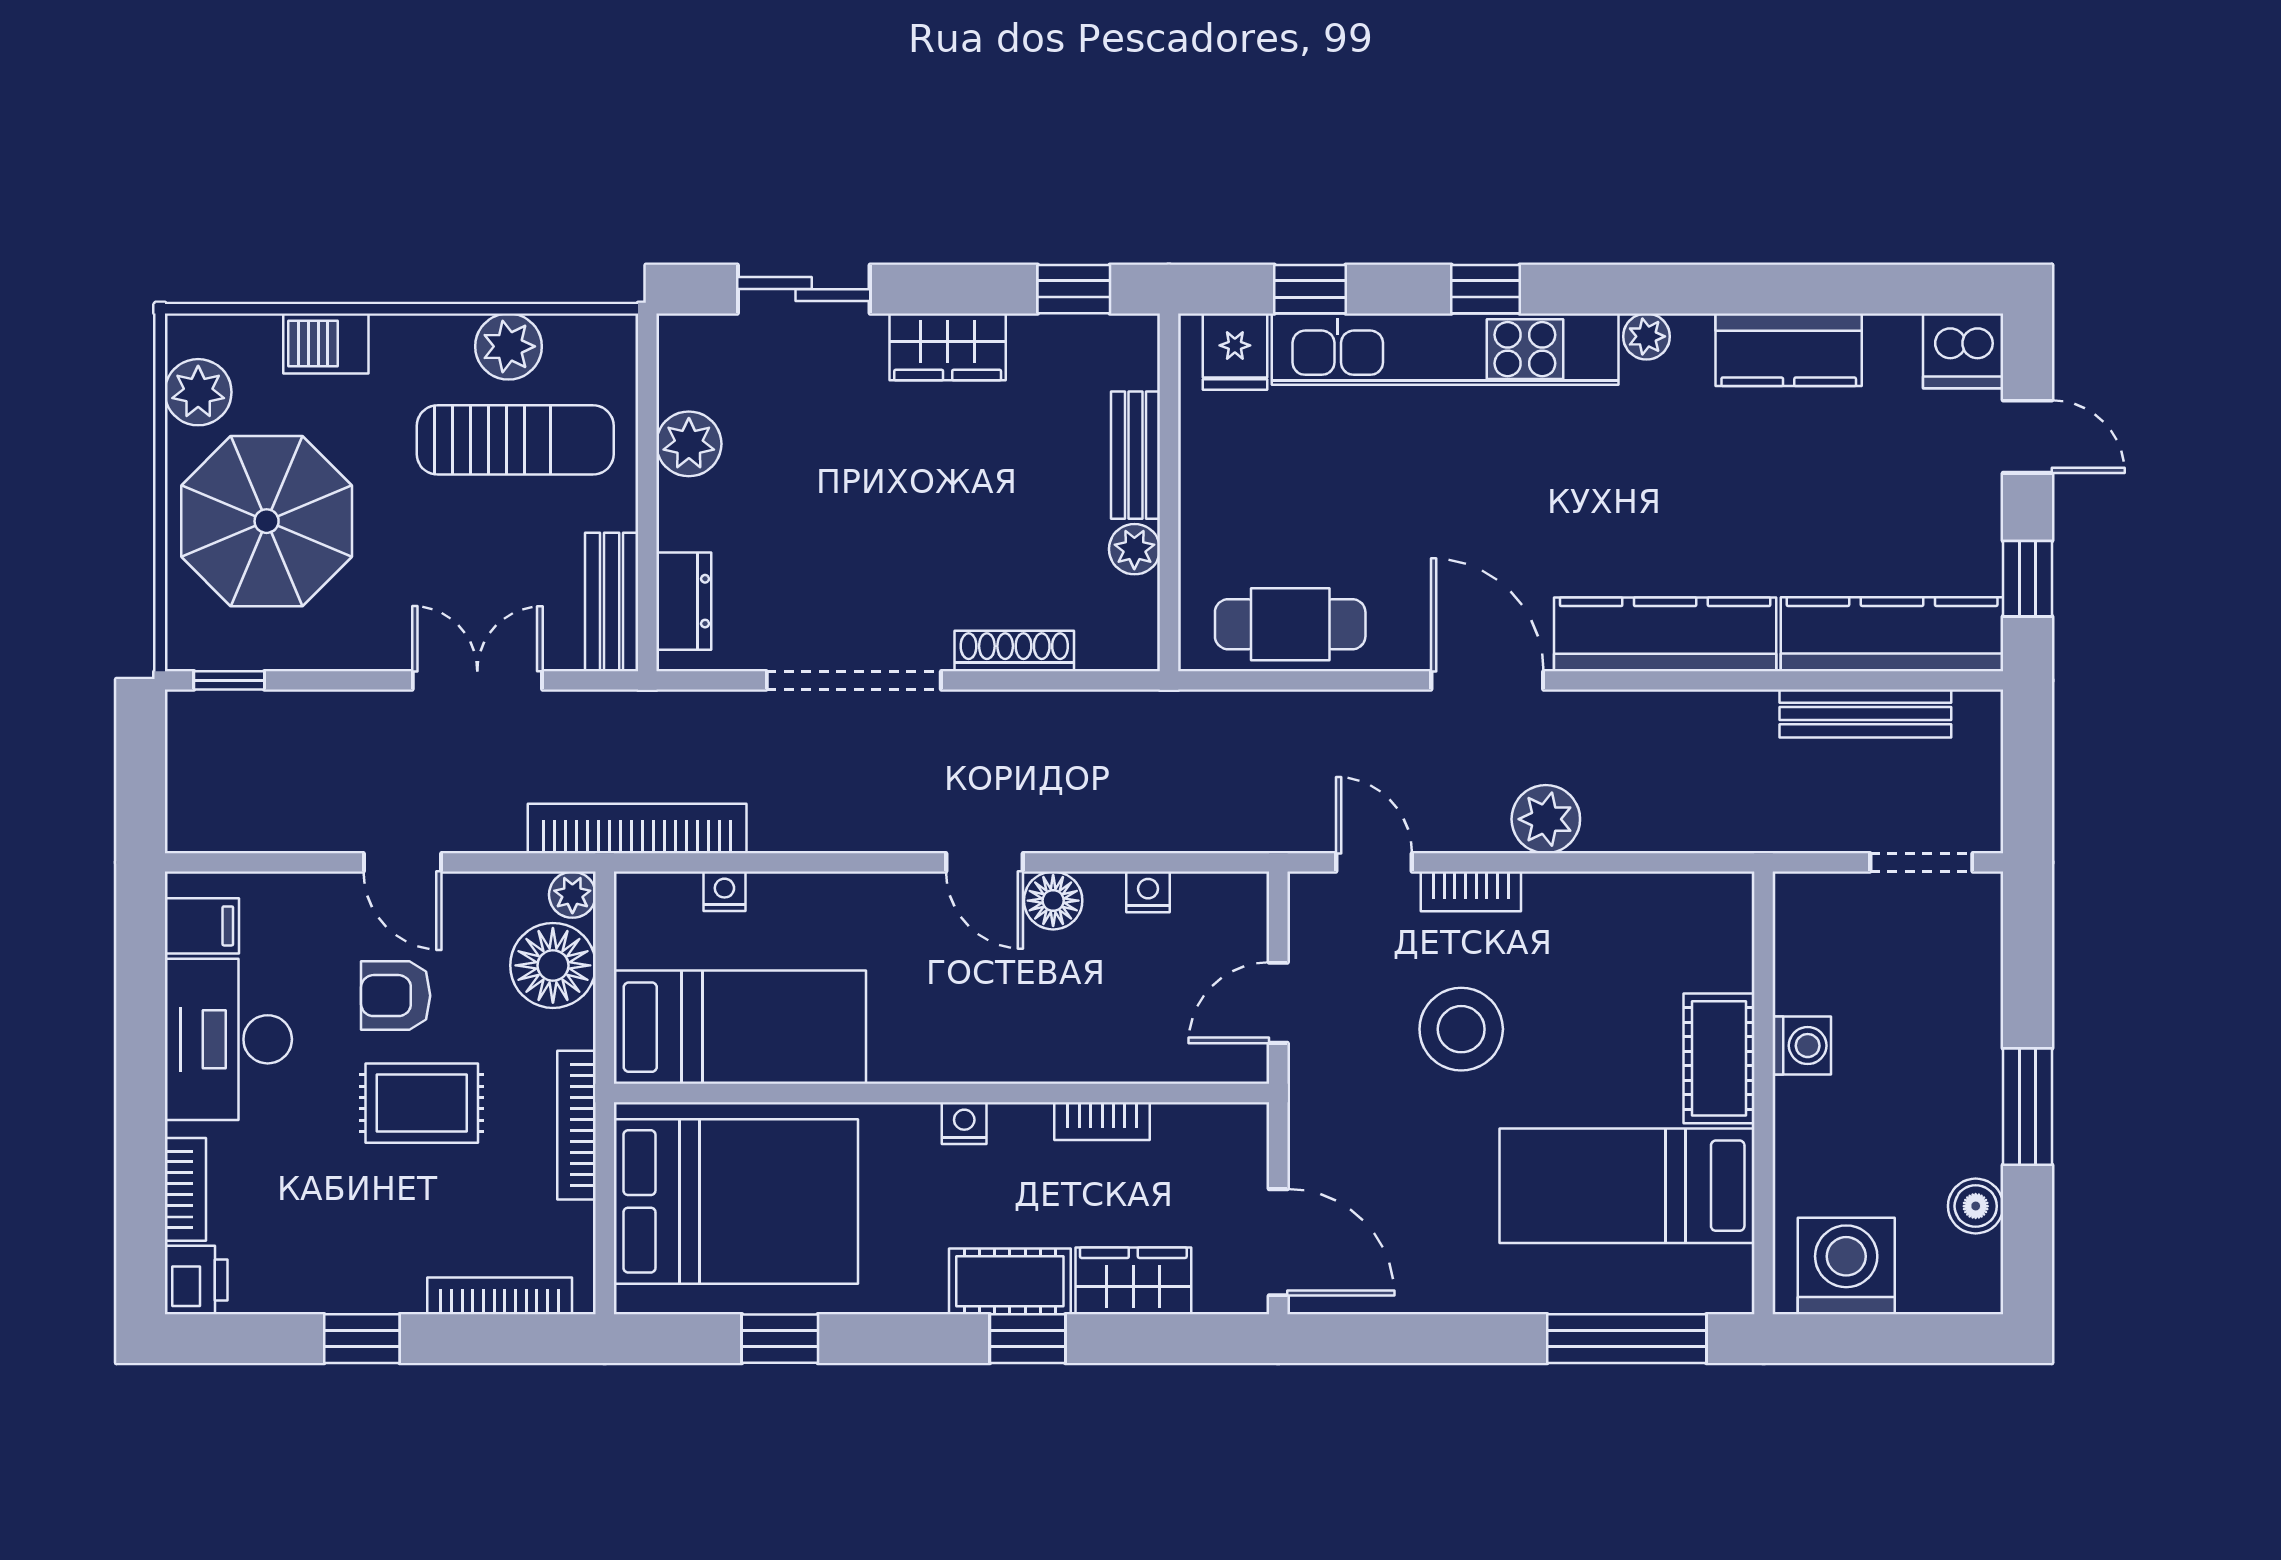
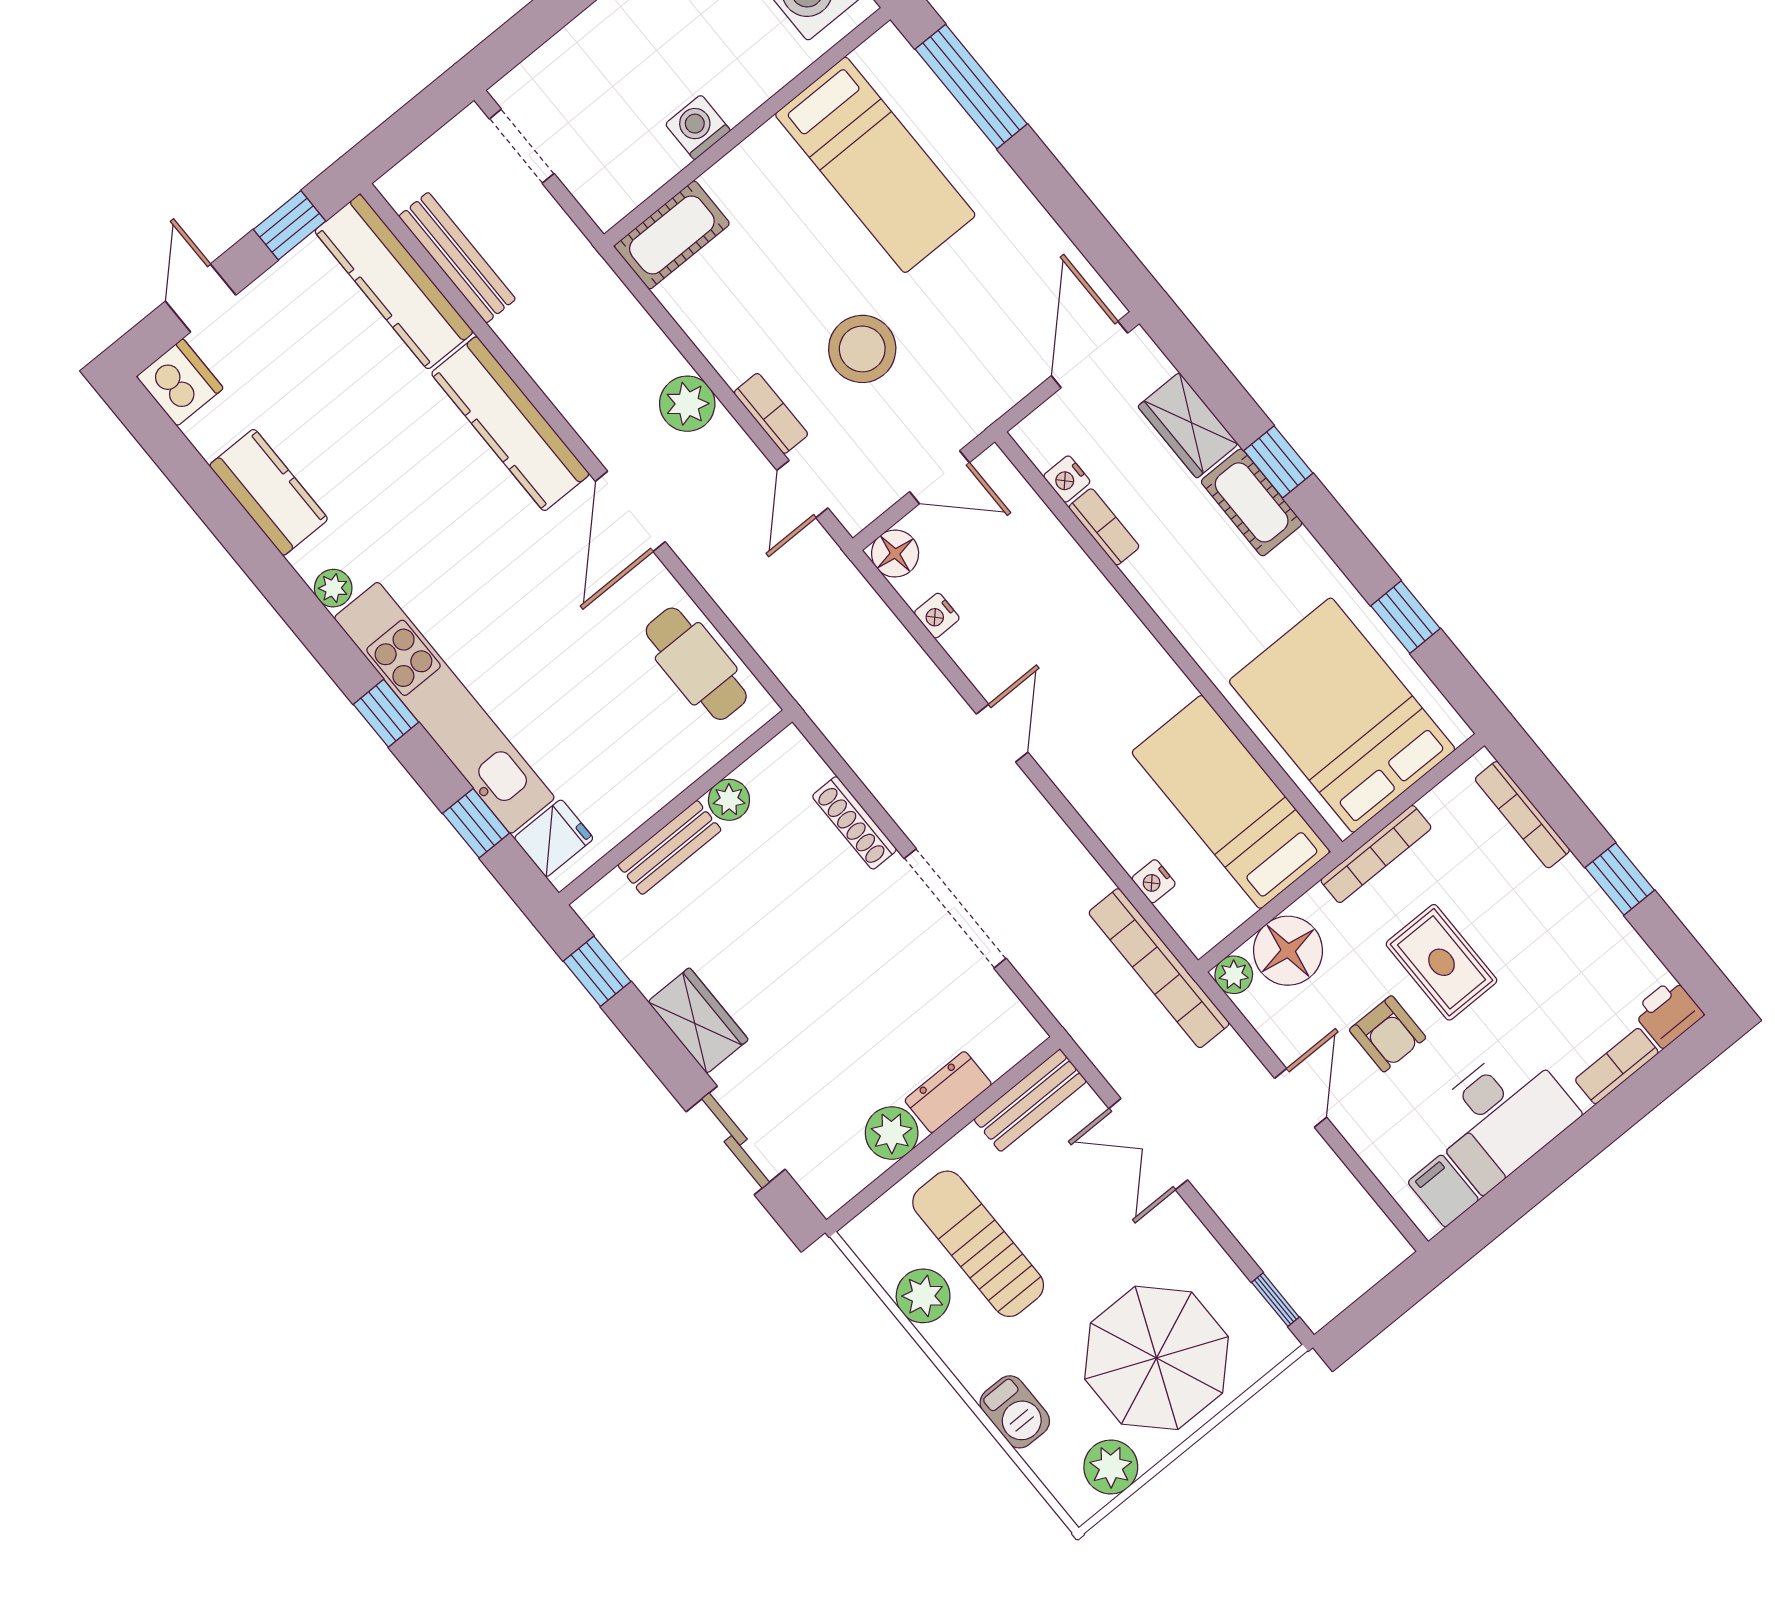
dresser: (684, 601) -> (948, 1092), moved
floor lamp: (1053, 901) -> (895, 554), moved
cot: (1719, 1058) -> (672, 235), moved
nightstand: (964, 1123) -> (1067, 479), moved

